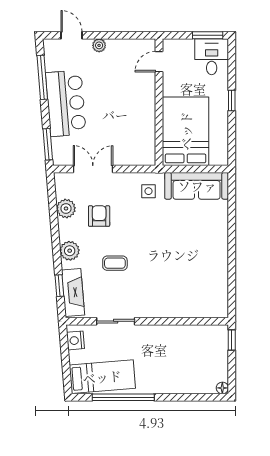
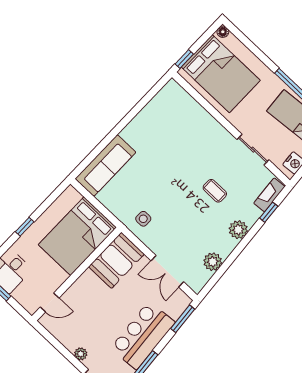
booth: (139, 141) -> (116, 260), added
sofa: (197, 186) -> (105, 166), moved, turned 90
armchair: (99, 216) -> (194, 234), removed
fireplace: (73, 292) -> (269, 195), width x0.73, depth x0.76
bed: (194, 355) -> (221, 74), added

